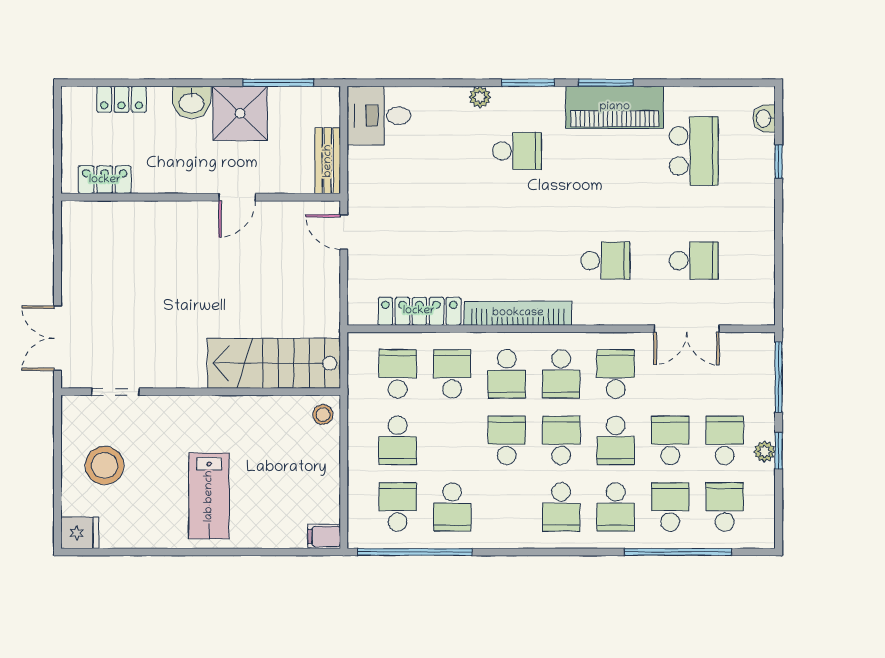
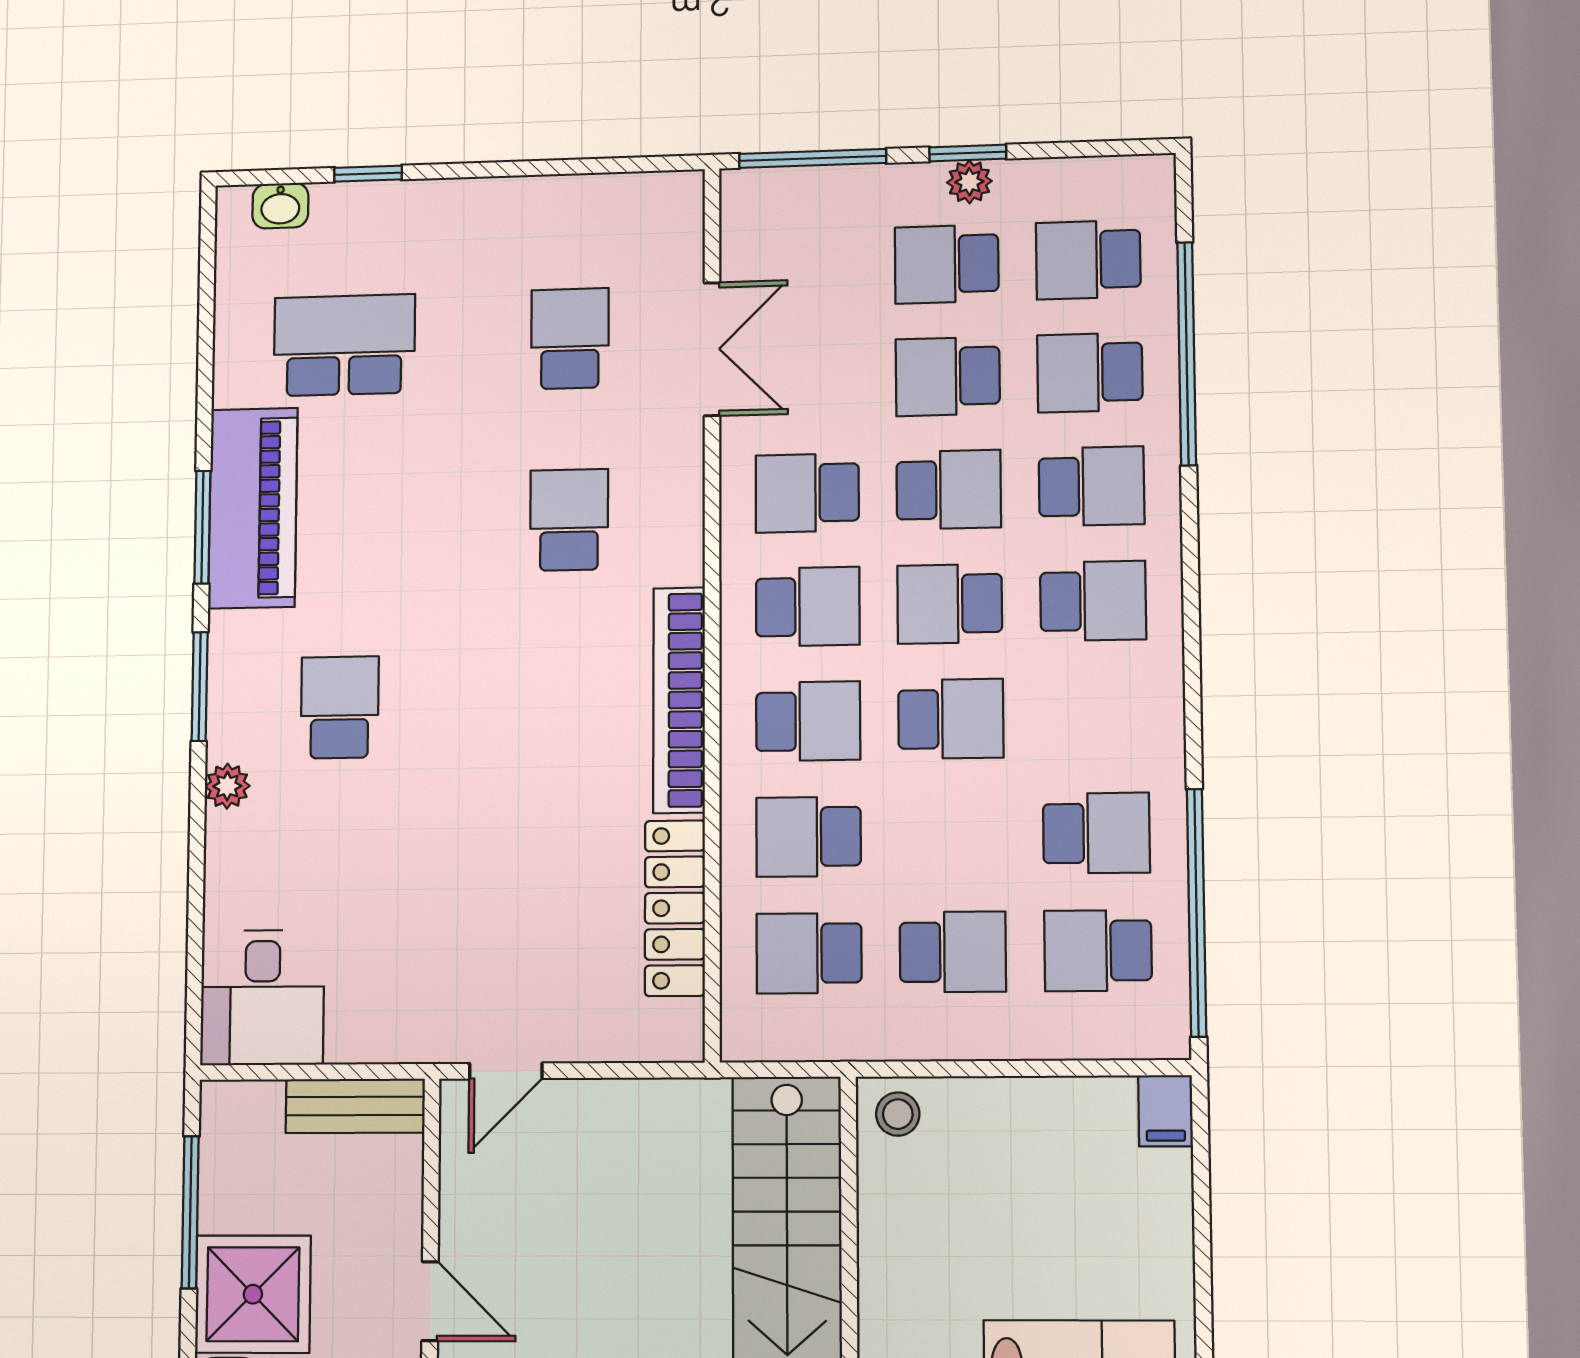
school desk: (507, 440) -> (951, 719), turned 180

